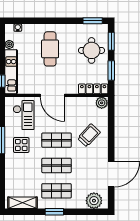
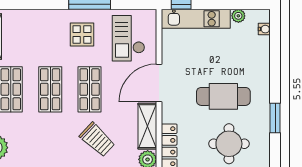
window: (93, 21) -> (275, 118), moved
cafe table: (50, 49) -> (223, 96), moved
shelving: (80, 103) -> (147, 126), added
checkout: (24, 115) -> (128, 38), turned 90

